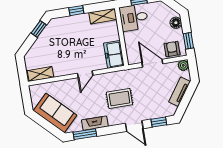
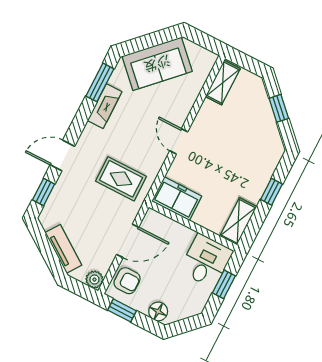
window: (39, 29) -> (279, 108), moved
rug: (119, 98) -> (121, 179), moved, turned 90

